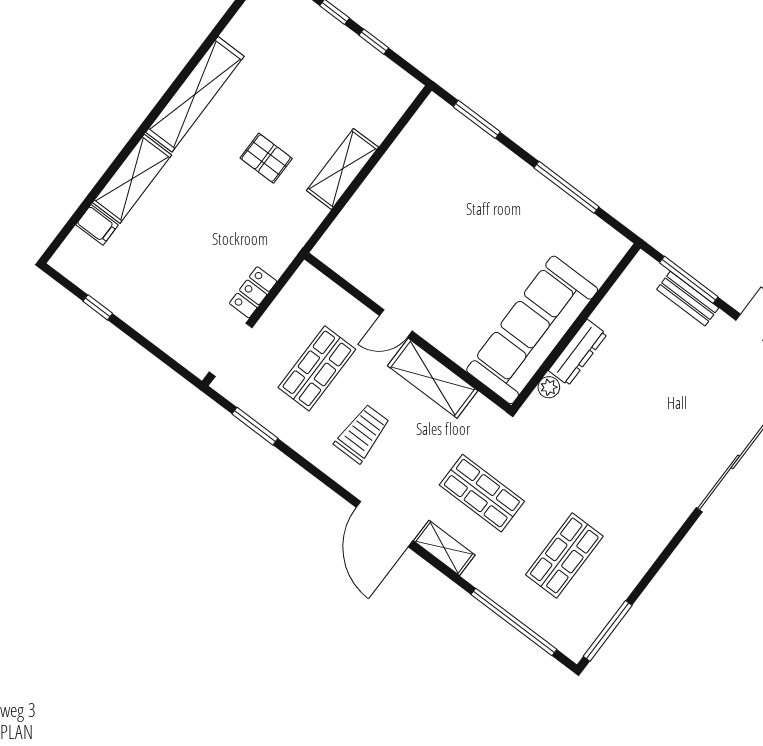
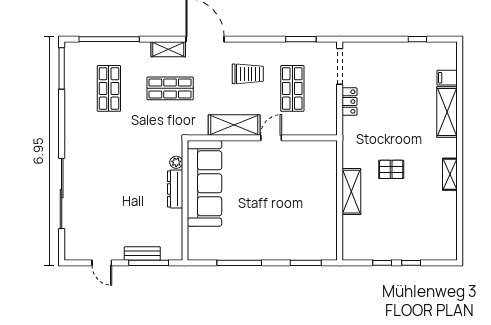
shelving: (195, 94) -> (450, 174), width x0.45, depth x0.75
trolley: (362, 434) -> (248, 74), turned -90

